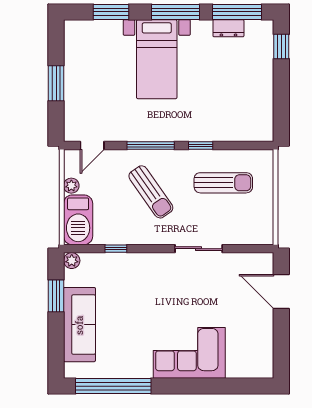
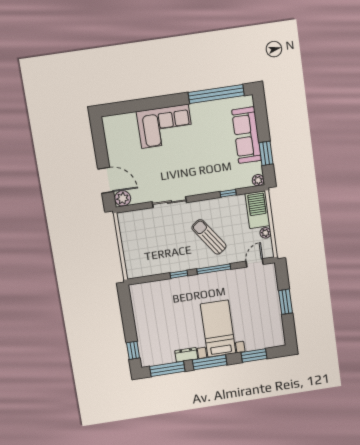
dresser: (228, 28) -> (186, 355), moved
sun lounger: (223, 183) -> (159, 251), removed
plant: (262, 263) -> (123, 198), added

